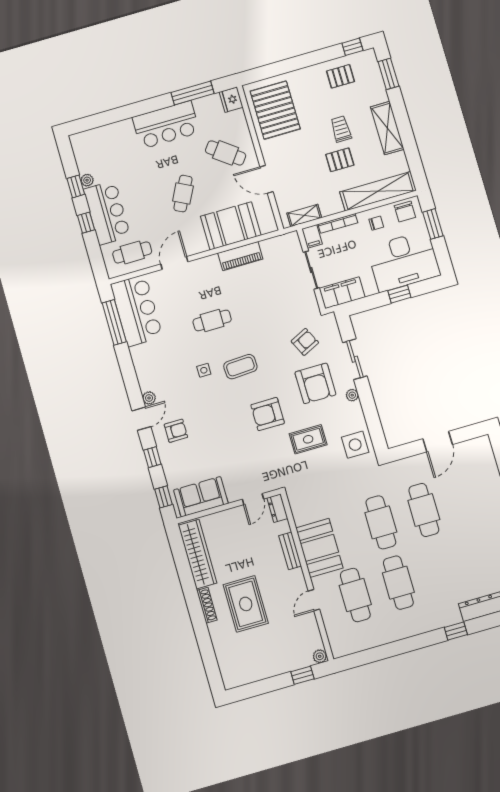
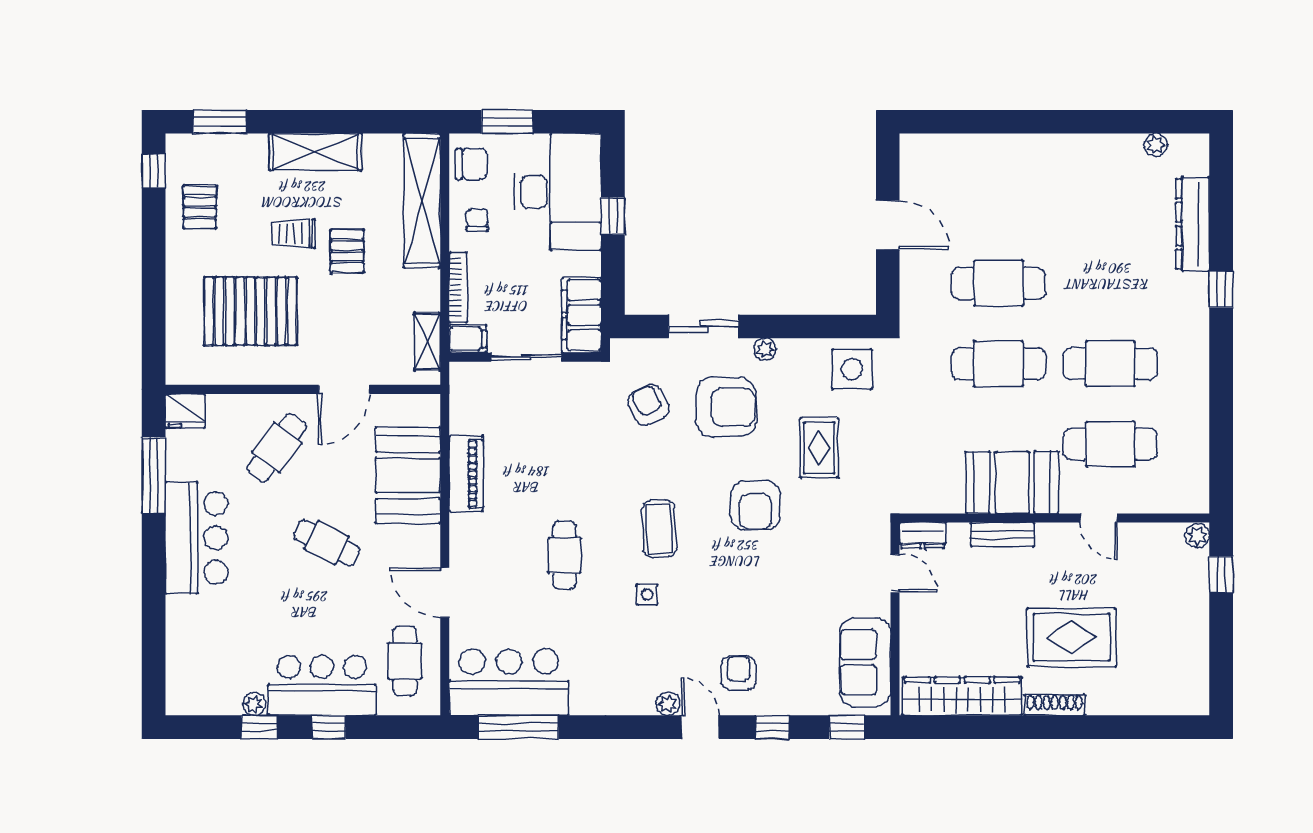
pallet: (275, 110) -> (250, 311), moved

